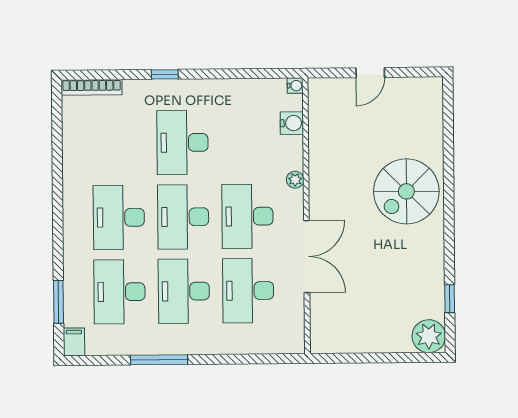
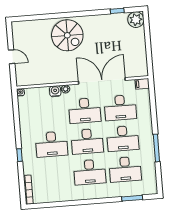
water cooler: (292, 123) -> (55, 91), moved
double door: (307, 256) -> (102, 81), width x1.36
filing cabinet: (74, 342) -> (142, 84), moved

